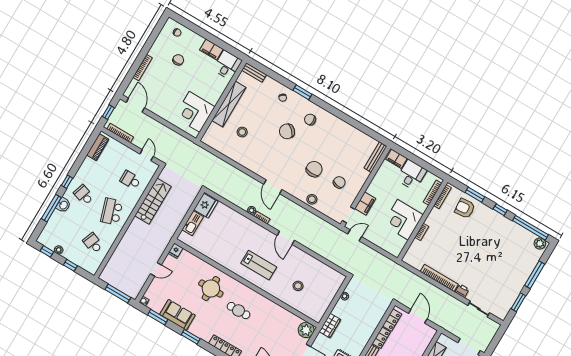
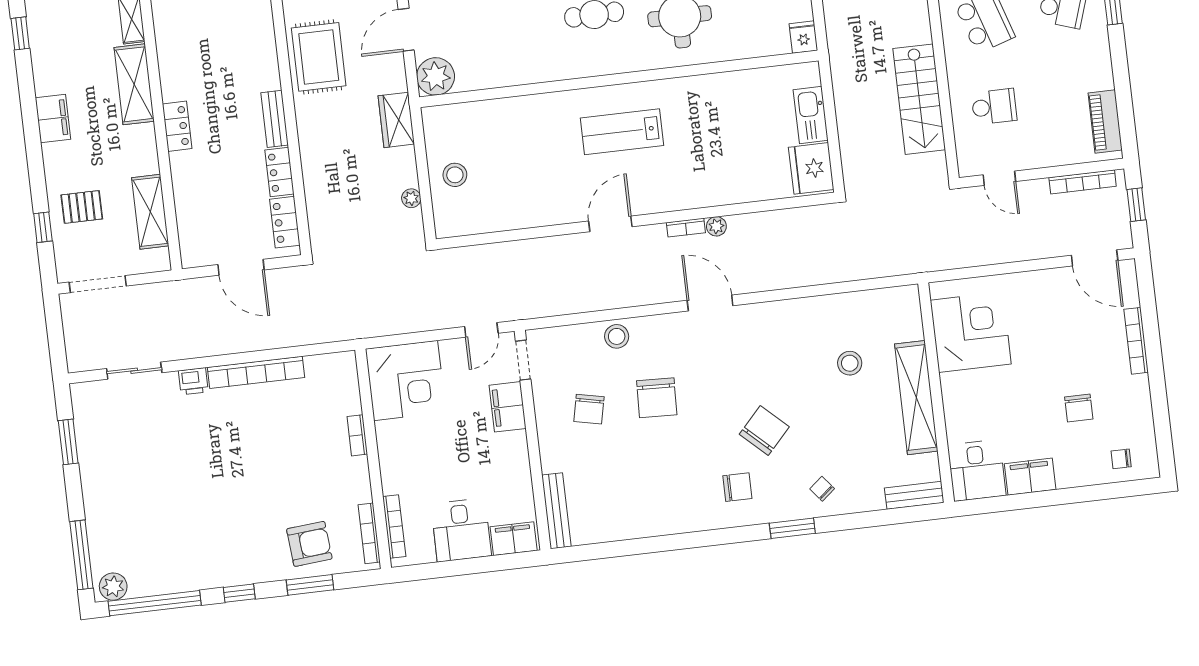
corner desk: (403, 220) -> (406, 380), moved, turned 90
door: (286, 238) -> (610, 224), hinge flipped
window: (535, 275) -> (81, 555), moved
stool: (298, 286) -> (455, 175), moved

